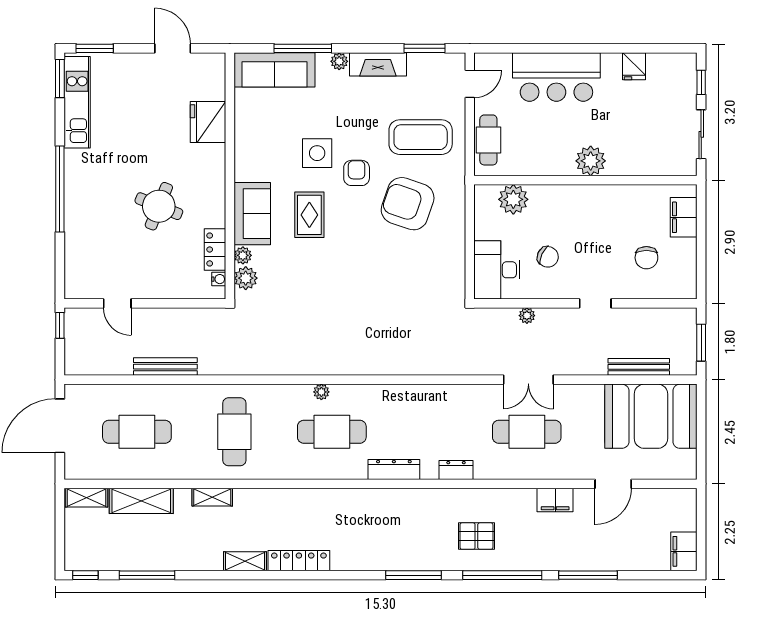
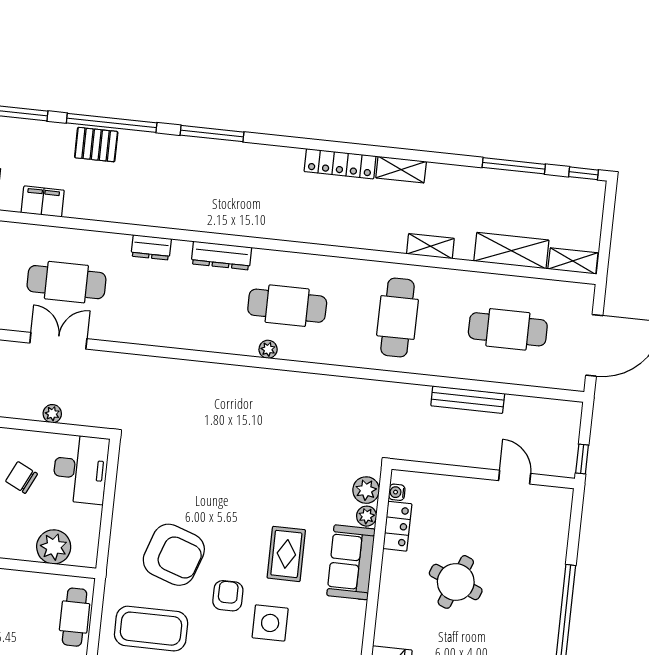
armchair: (357, 173) -> (228, 596), turned 180
plant: (321, 392) -> (268, 349), moved
pallet: (476, 536) -> (96, 145), moved

